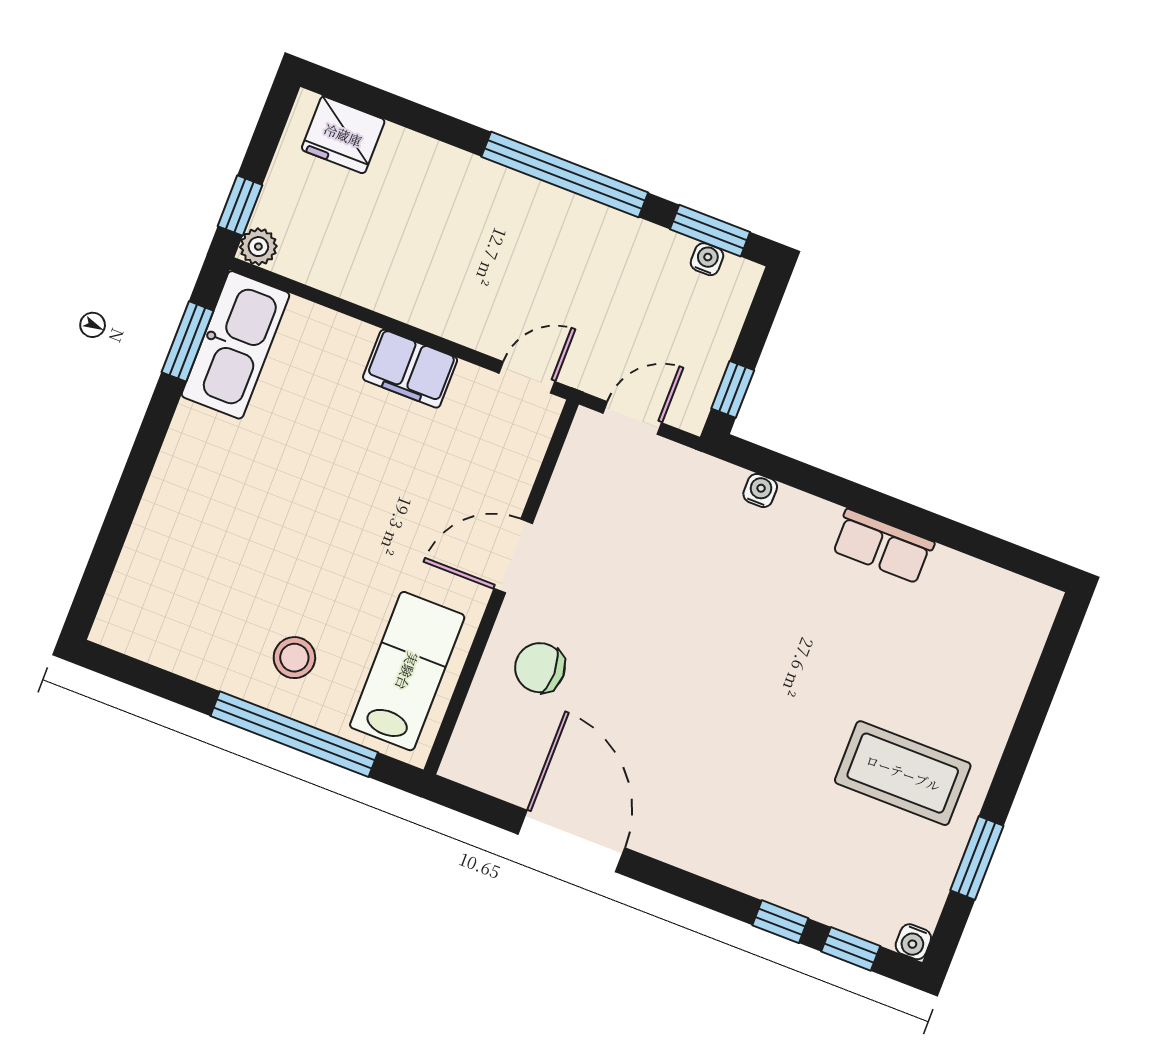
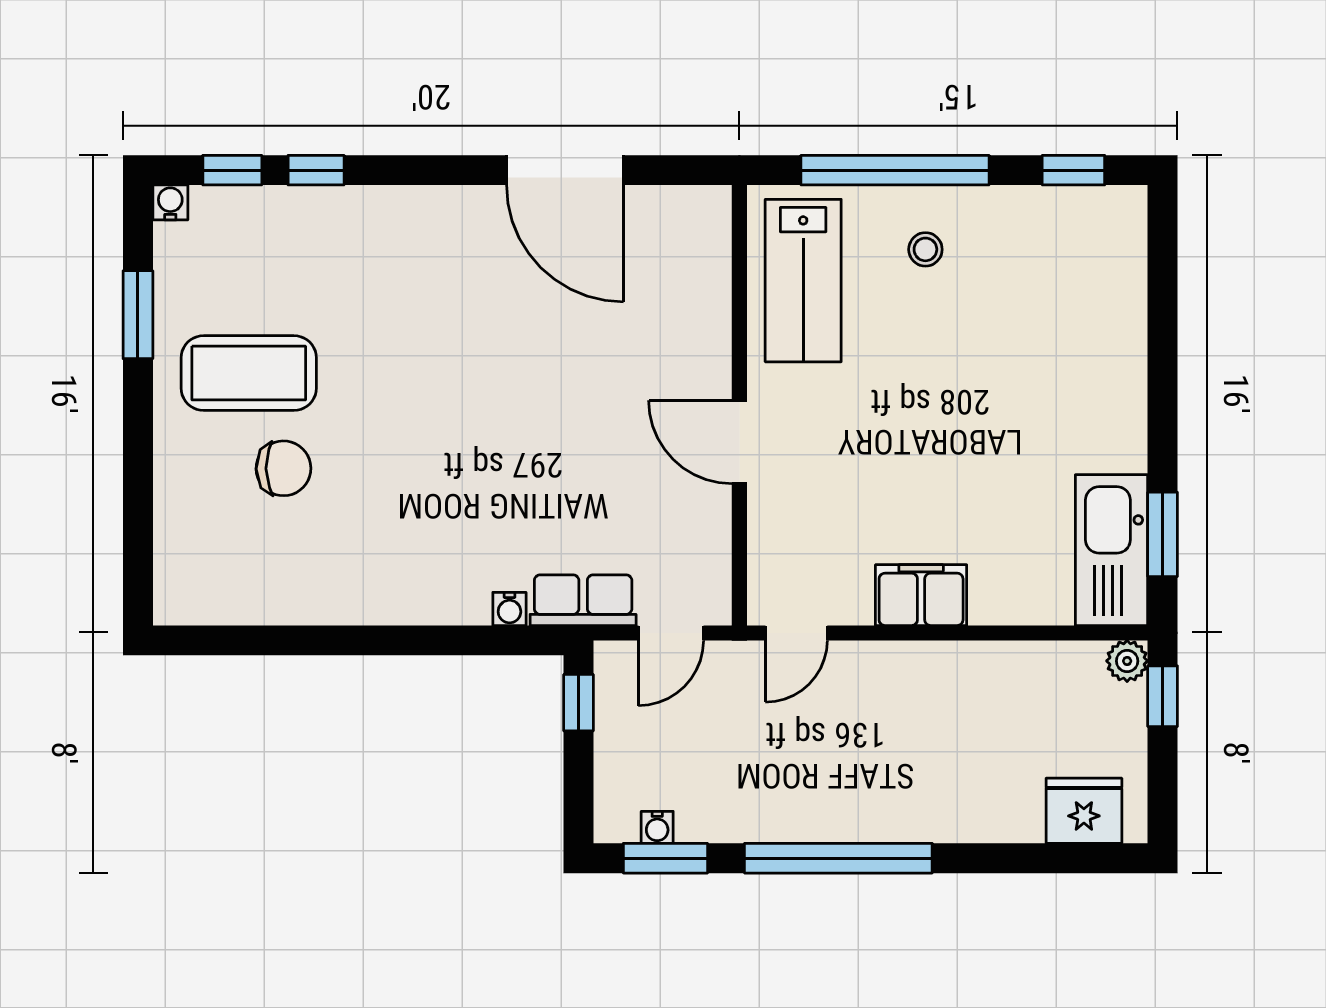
row of seats: (883, 546) -> (583, 600), moved
door: (513, 556) -> (739, 442), swing flipped
stool: (294, 658) -> (925, 249), width x0.73, depth x0.73
chair: (540, 668) -> (283, 468), moved
window: (144, 676) -> (1073, 170), added

